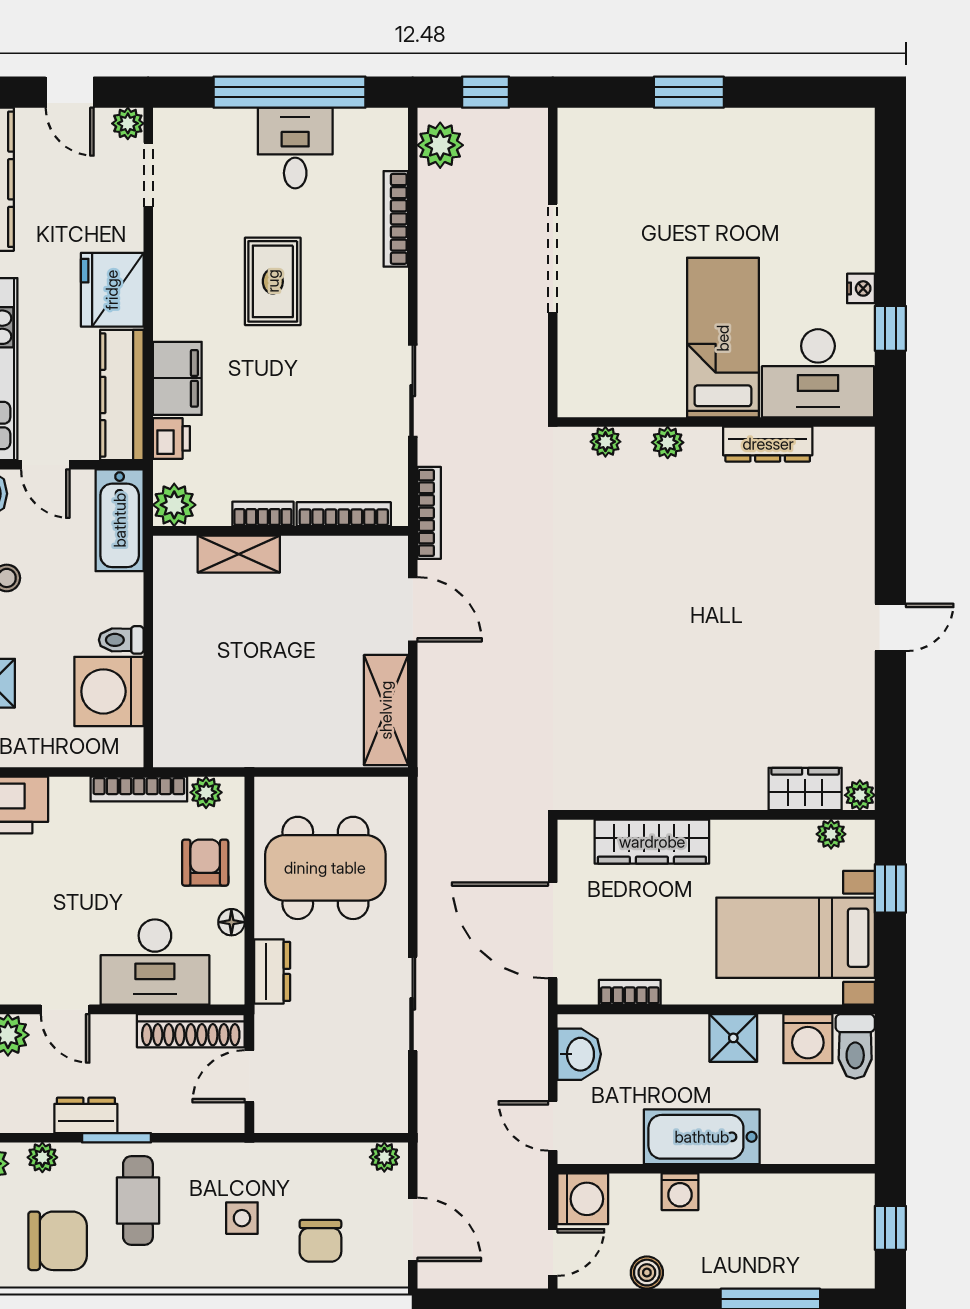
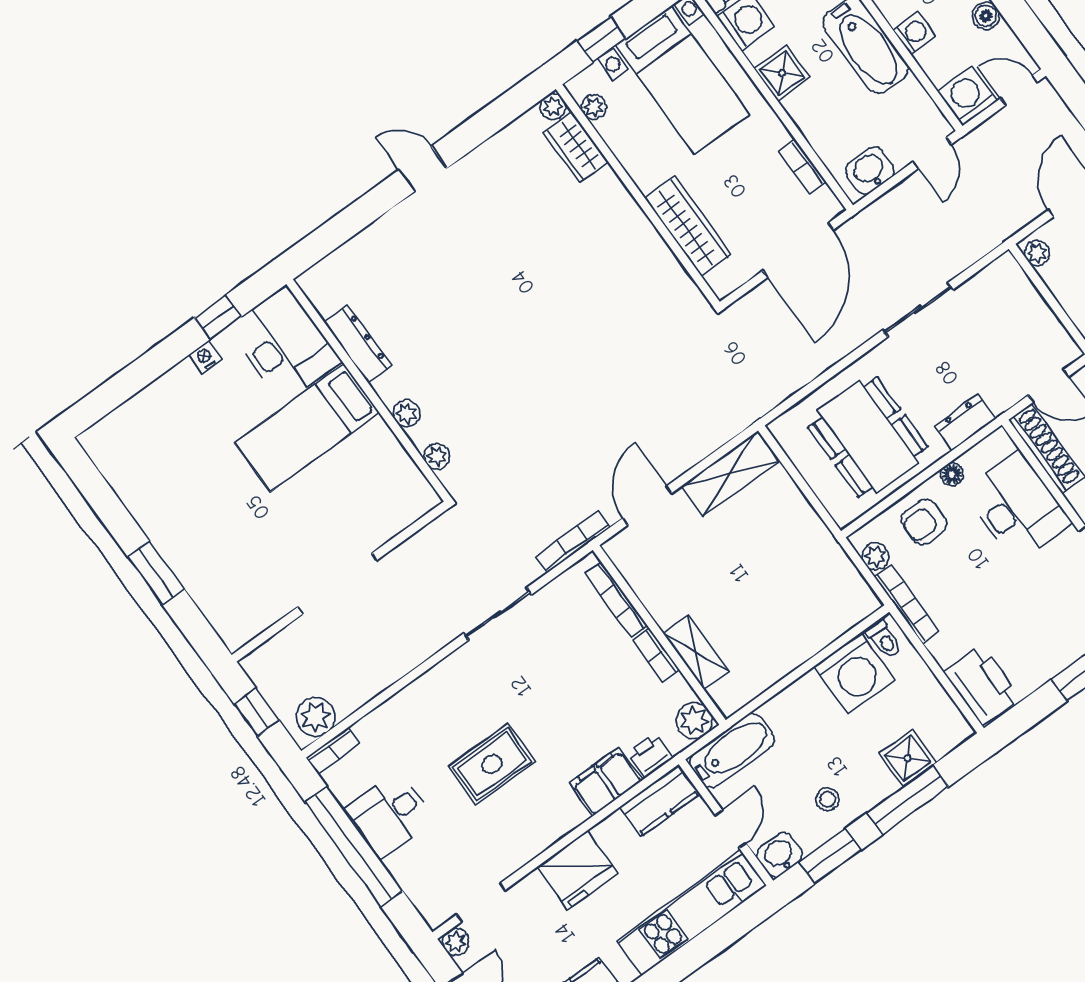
bookcase: (396, 219) -> (333, 751), moved, width x0.64
kitchen counter: (122, 395) -> (660, 800), width x0.67
toilet: (121, 640) -> (884, 639), moved

